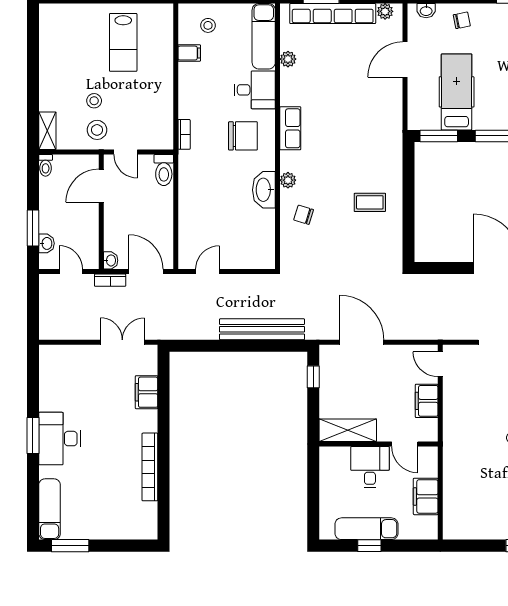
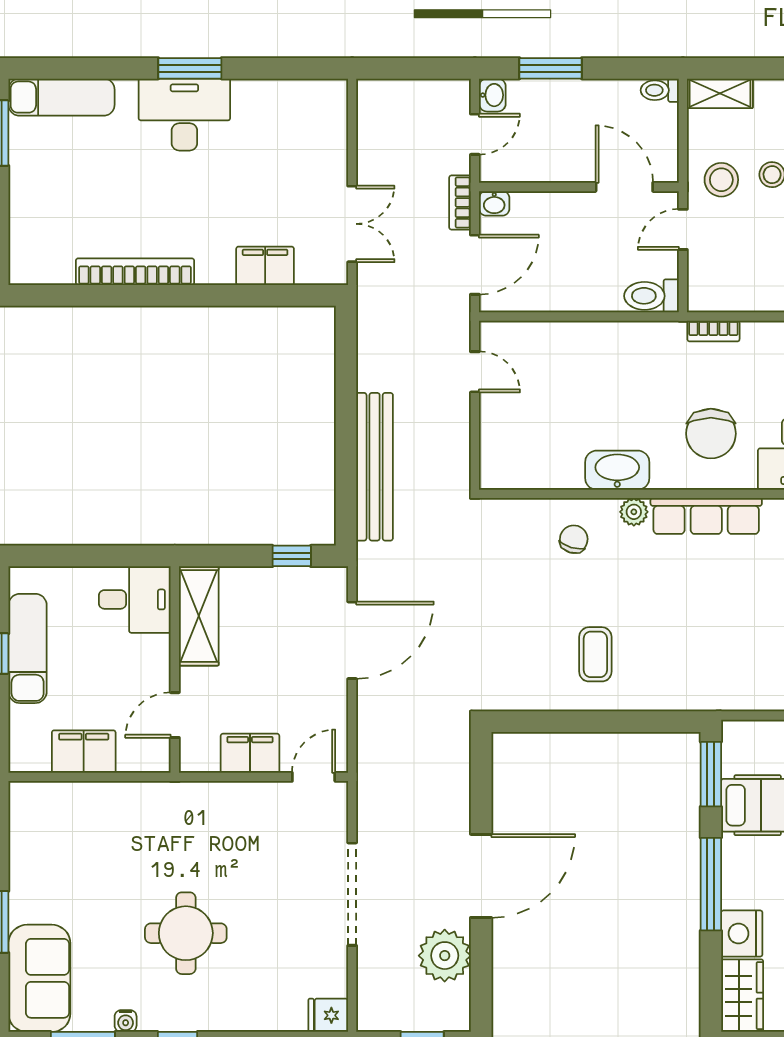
row of seats: (290, 128) -> (706, 516), width x1.48
washbasin: (47, 243) -> (492, 95), moved, turned -90
desk: (370, 467) -> (135, 599), moved

